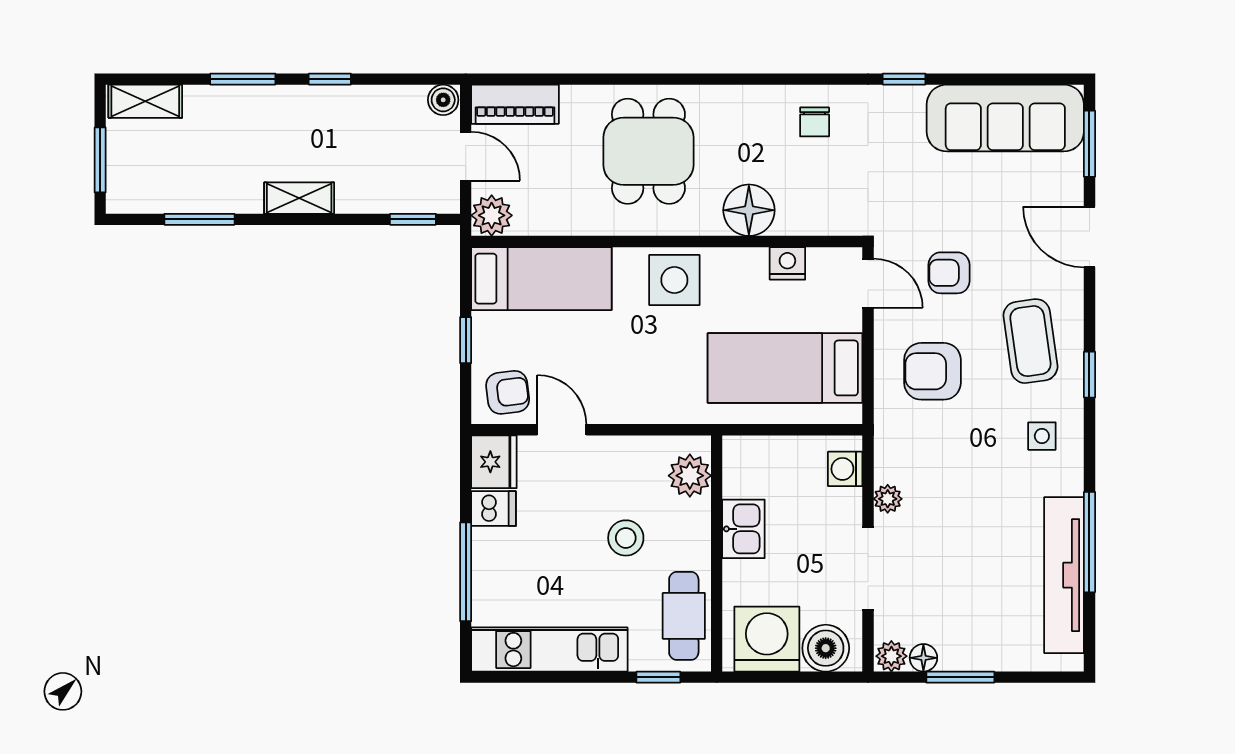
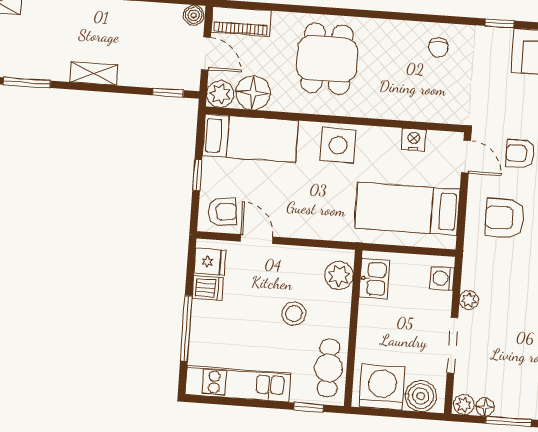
floor lamp: (749, 210) -> (253, 93), moved
fridge: (494, 462) -> (210, 262), width x0.72
kitchen sink: (743, 529) -> (374, 279), moved

